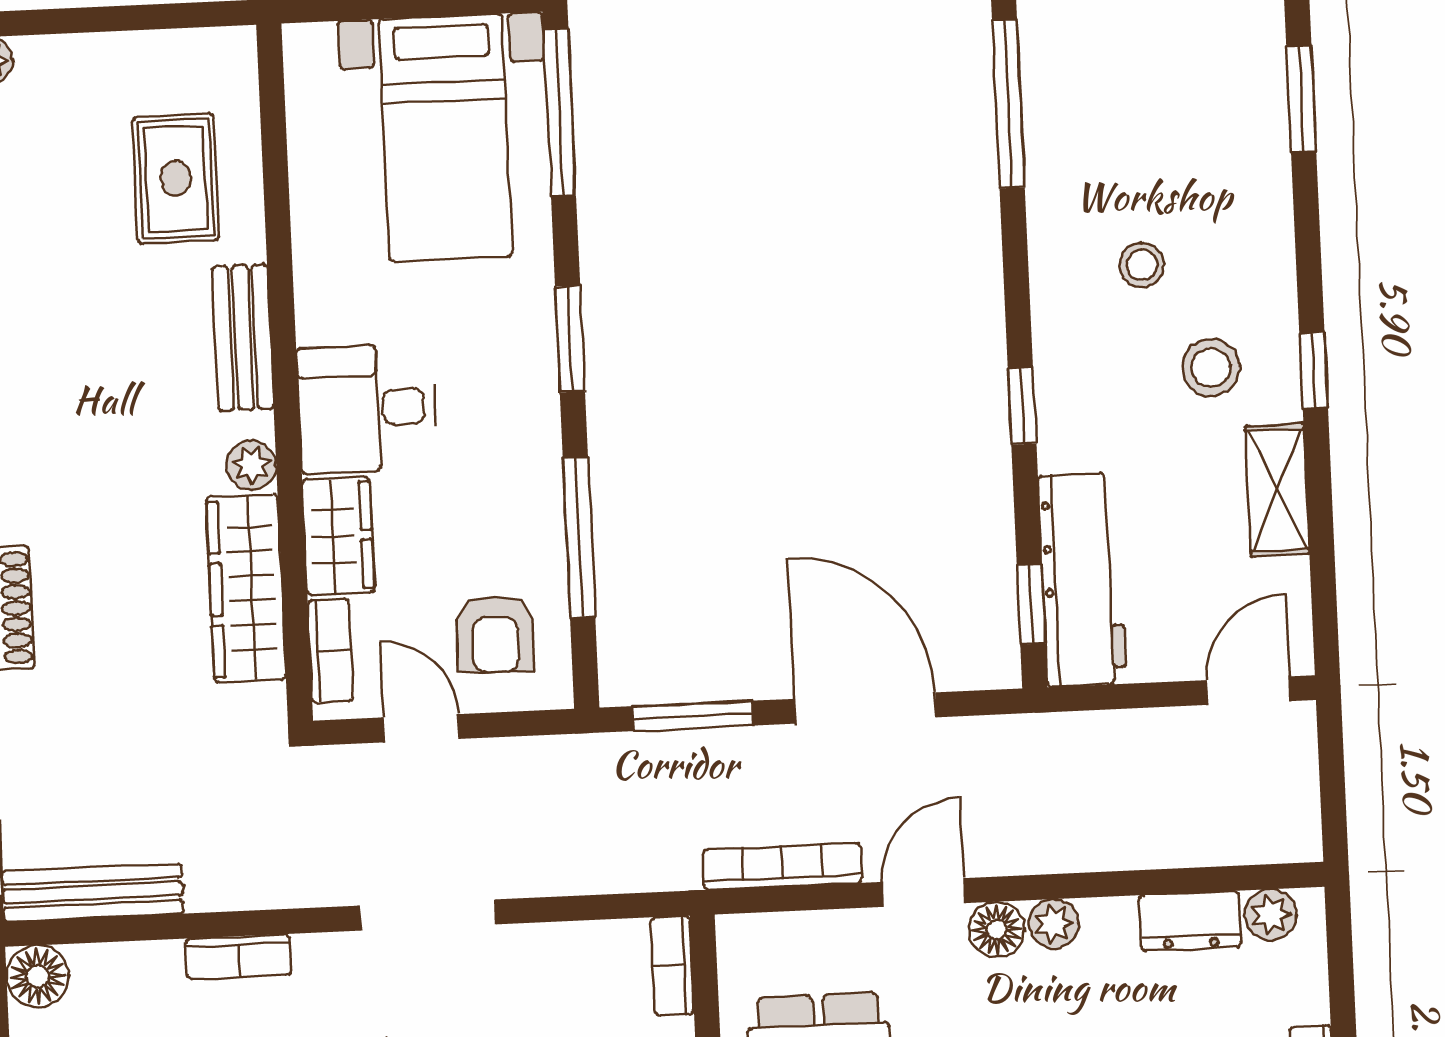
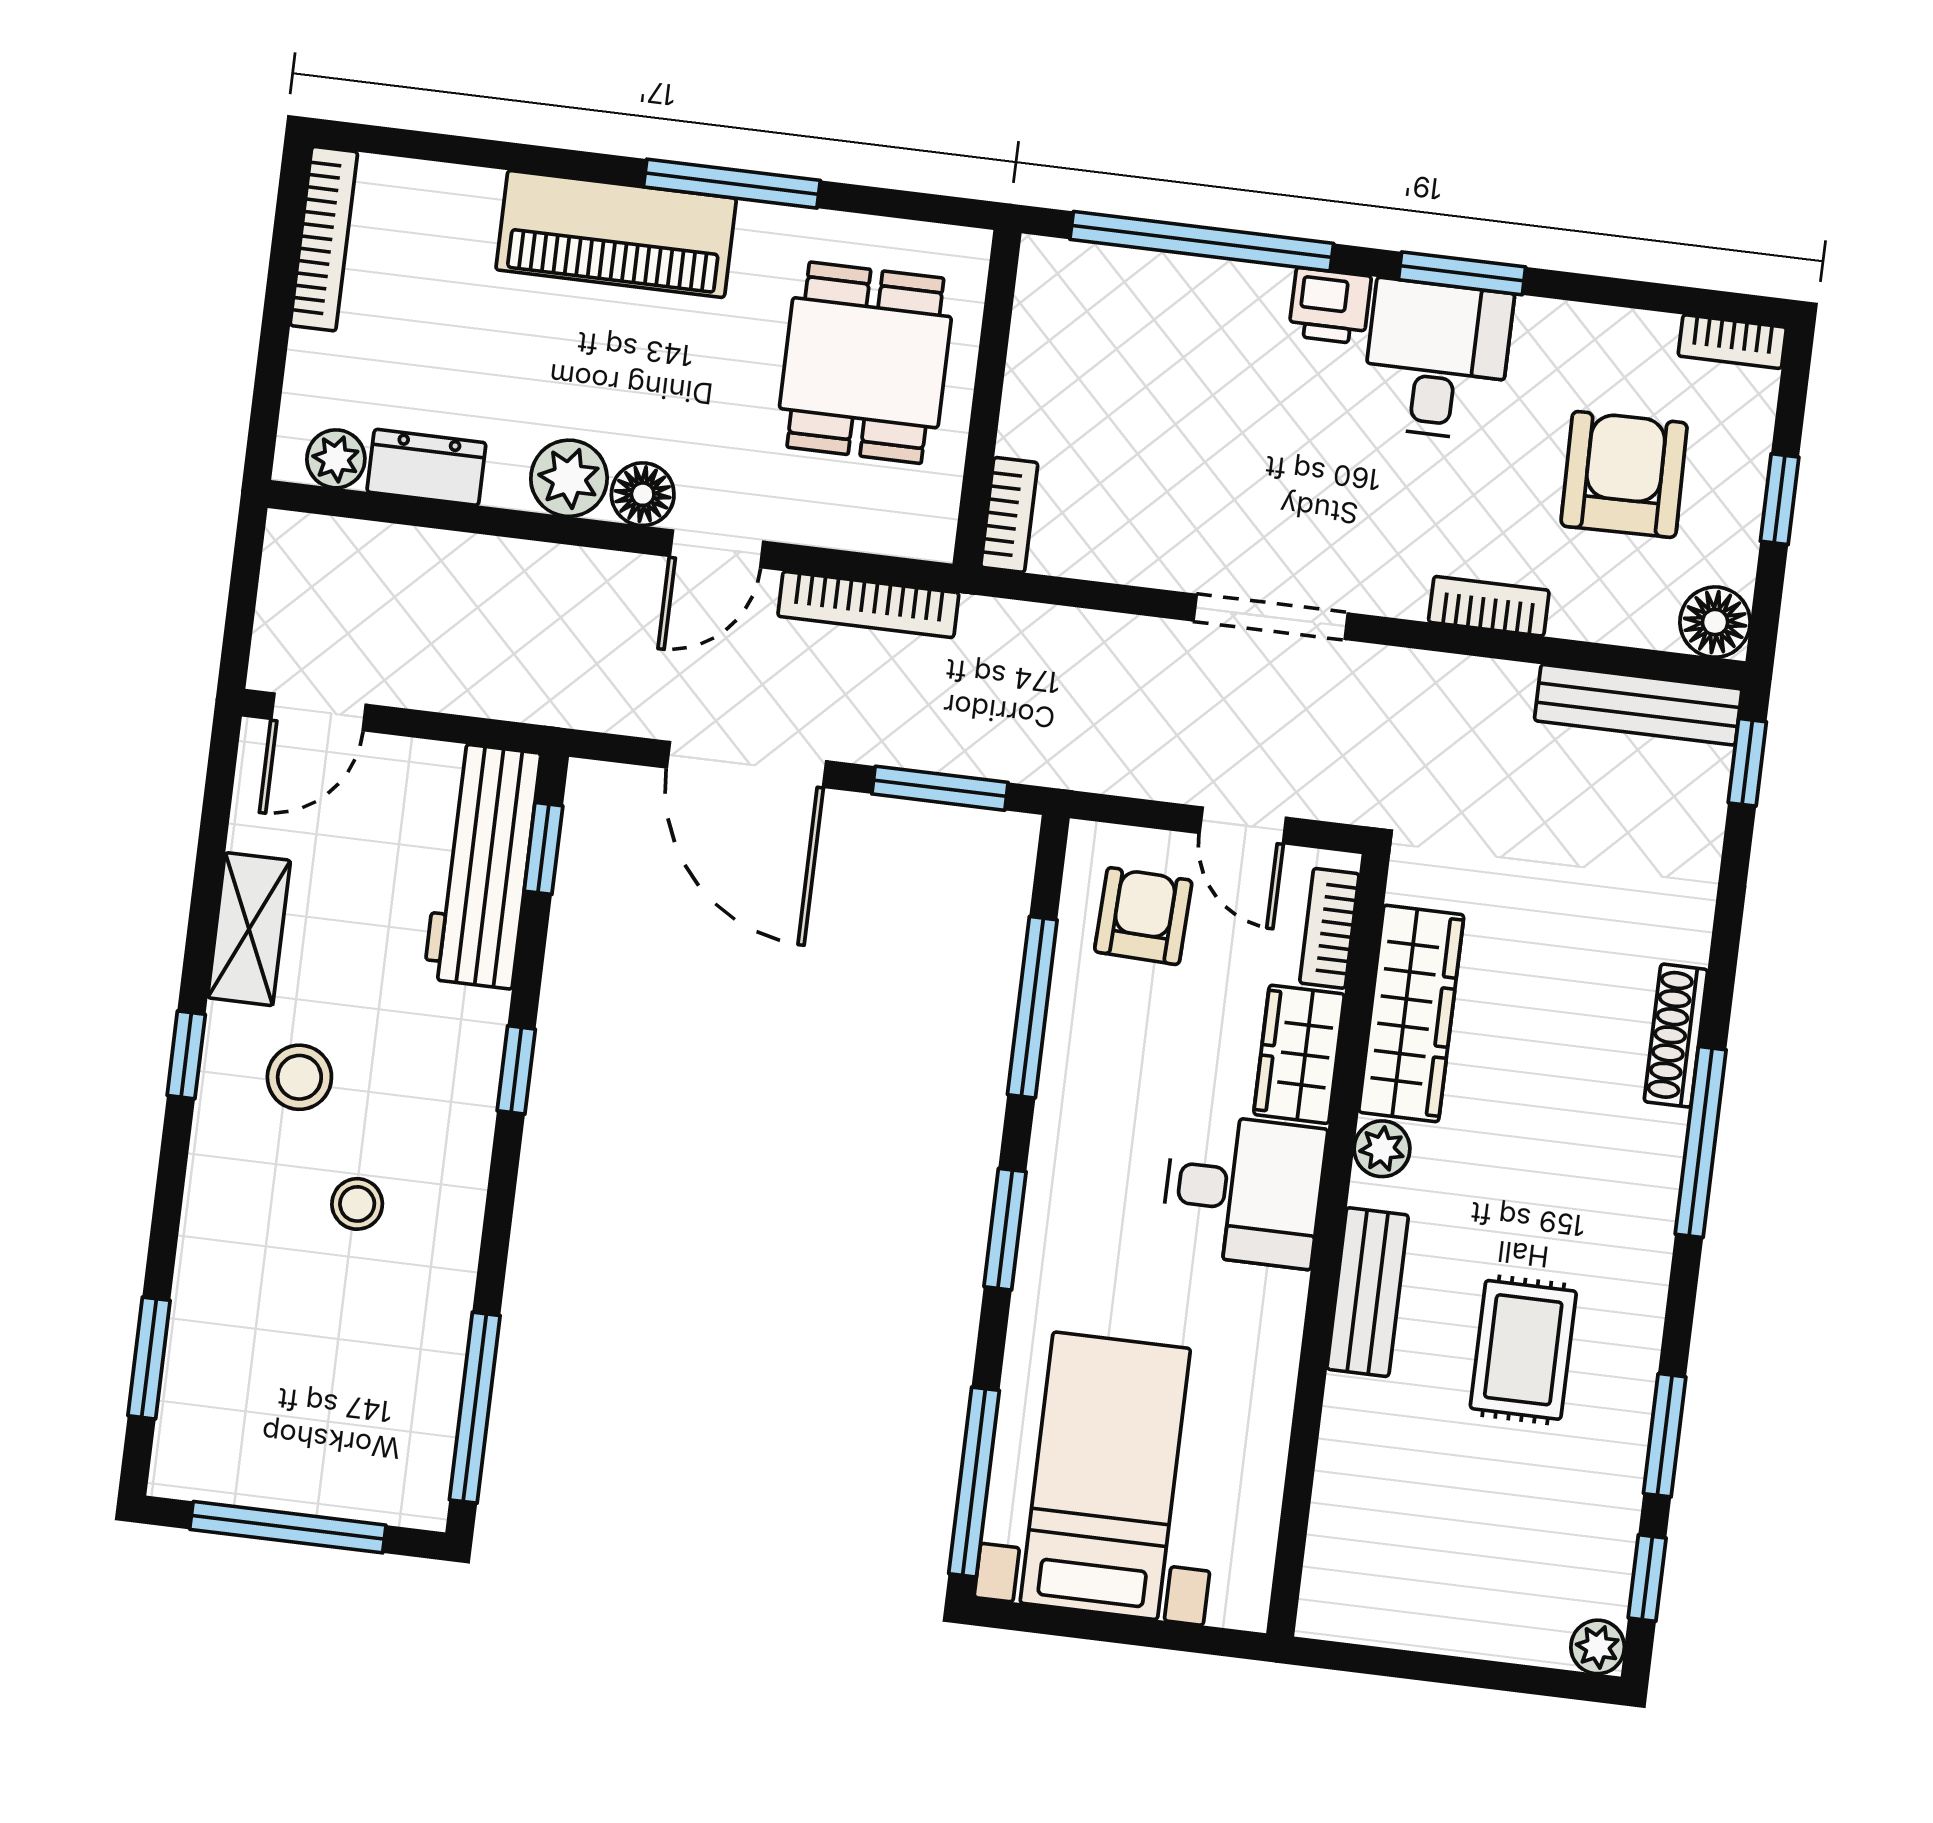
rug: (176, 178) -> (1523, 1350), moved
plant: (1054, 924) -> (569, 478), width x1.38, depth x1.38

